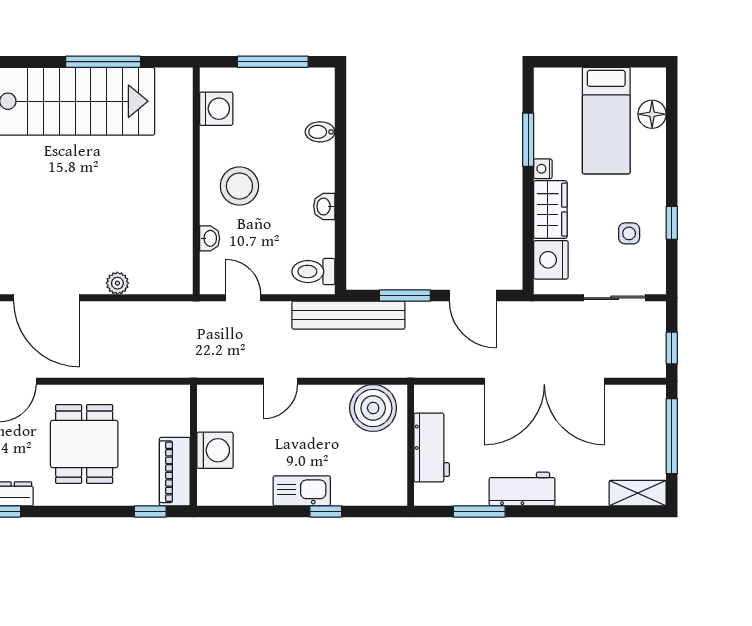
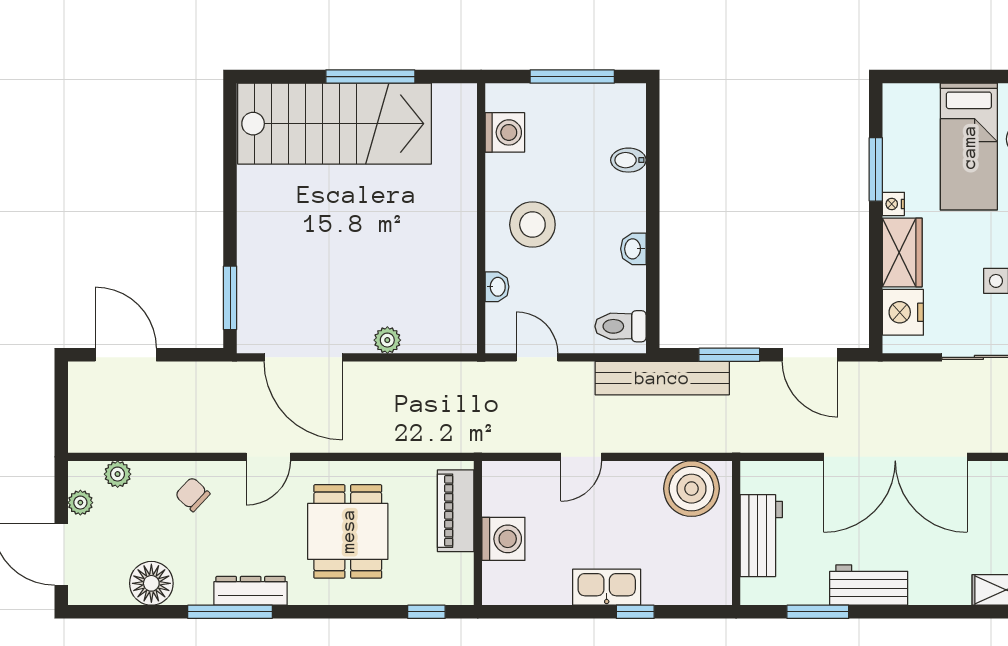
piano: (175, 472) -> (456, 511), moved

